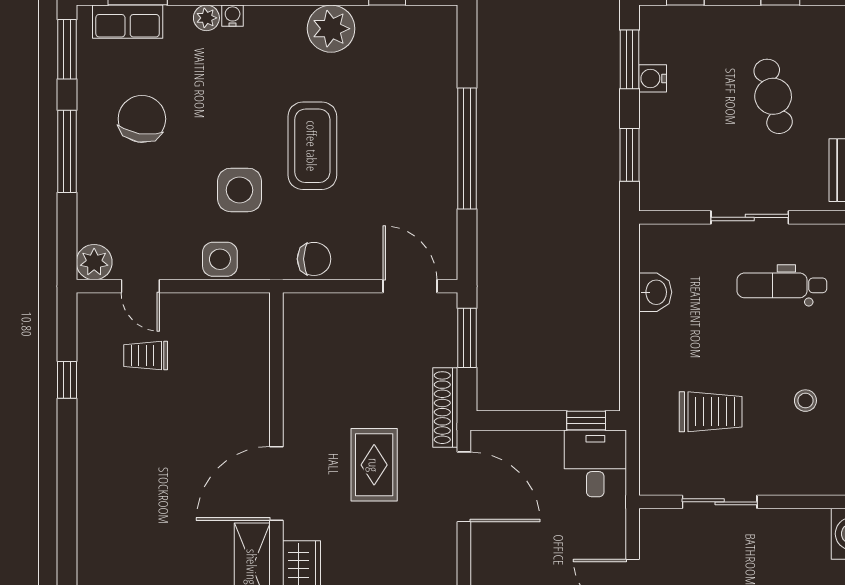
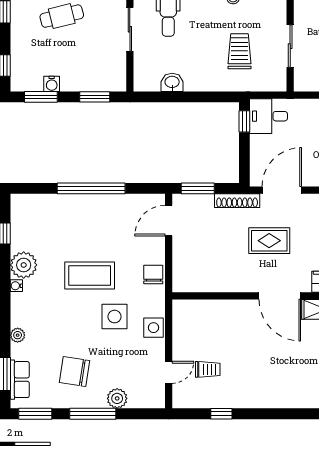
water cooler: (233, 16) -> (16, 286), moved
plant: (94, 262) -> (117, 398), moved
trolley: (146, 356) -> (208, 369), turned -90

